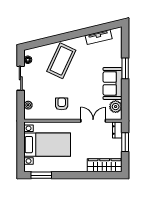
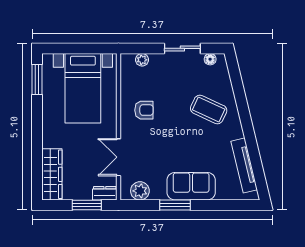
tv unit: (99, 37) -> (244, 165), width x1.41
coffee table: (61, 61) -> (209, 109), width x0.73, depth x0.76
window: (125, 68) -> (175, 205), moved
sofa: (112, 83) -> (191, 186), moved
double door: (93, 121) -> (119, 157), swing flipped

